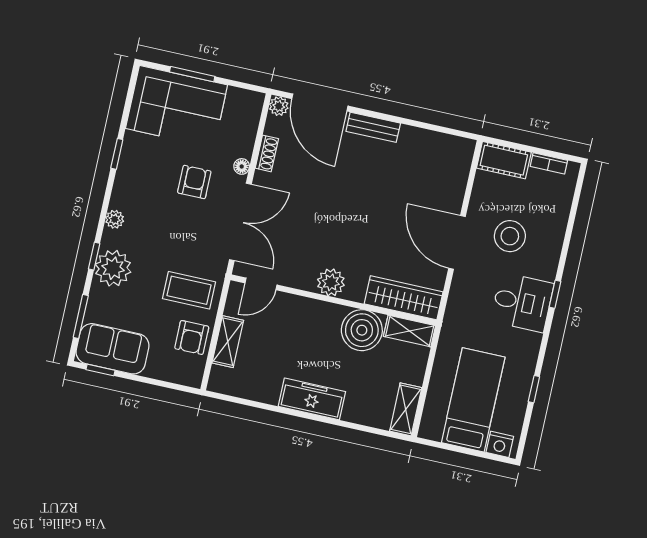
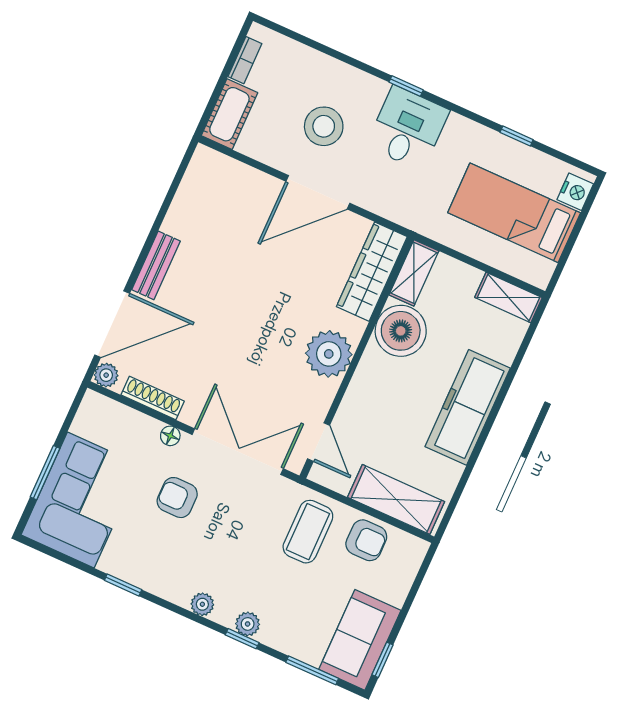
shoe rack: (267, 153) -> (153, 398), width x1.43
plant: (113, 268) -> (248, 624), width x0.53, depth x0.53
plant: (331, 282) -> (329, 354), width x1.36, depth x1.36
shelving: (228, 342) -> (396, 499), width x1.50, depth x1.33
freezer: (312, 399) -> (468, 407), width x1.36, depth x1.26

